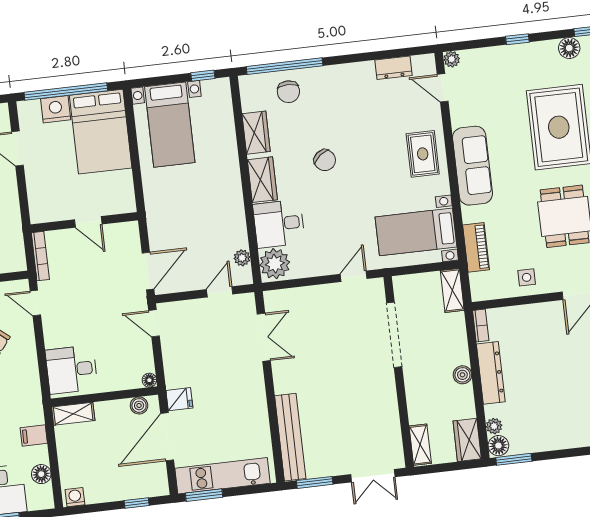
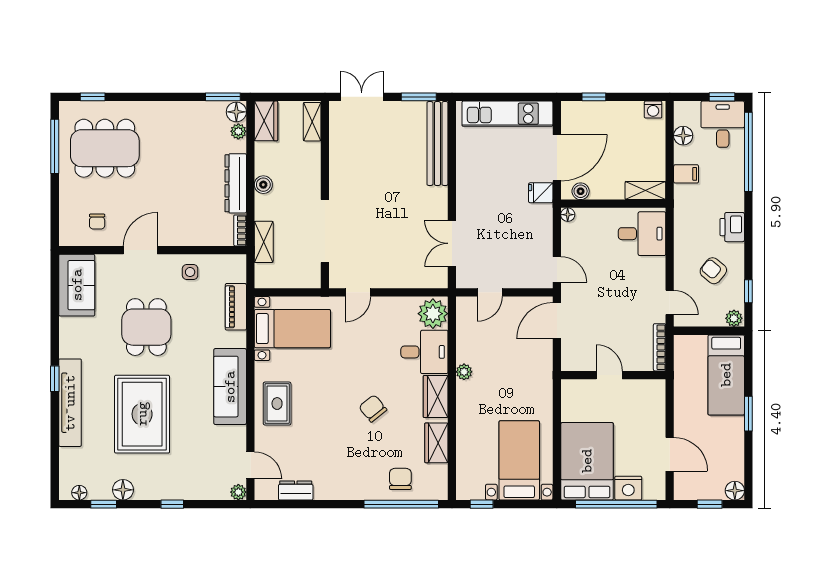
plant: (242, 258) -> (464, 372), moved
shelving: (452, 290) -> (264, 242), moved
window: (204, 495) -> (528, 97), removed

